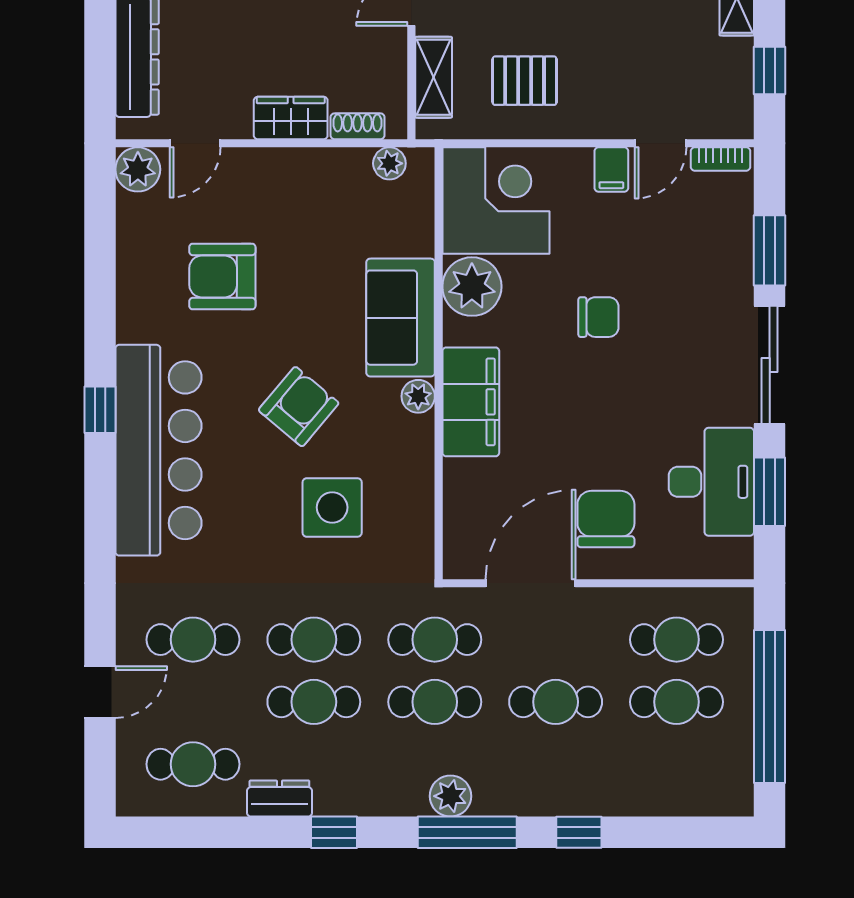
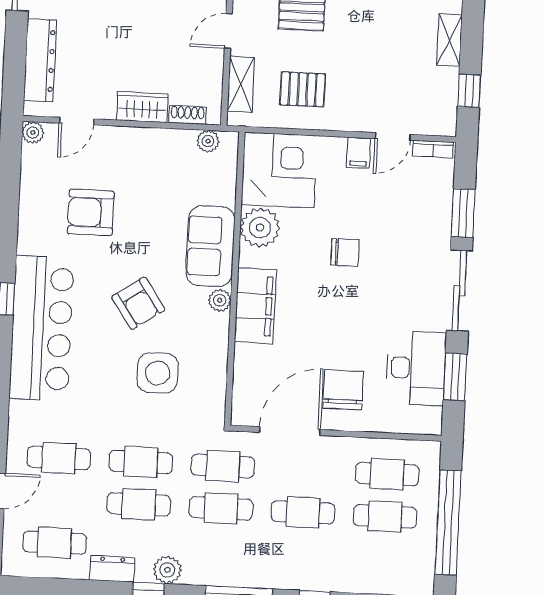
plant: (138, 169) -> (33, 133), width x0.73, depth x0.73
armchair: (299, 407) -> (138, 303), turned 106
plant: (450, 796) -> (167, 570), moved

